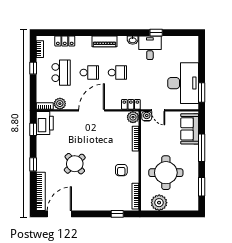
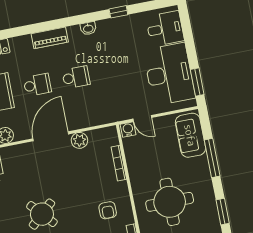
desk: (150, 48) -> (165, 29), moved, turned 90
locker: (131, 104) -> (103, 117), removed
plant: (133, 117) -> (79, 140), moved

